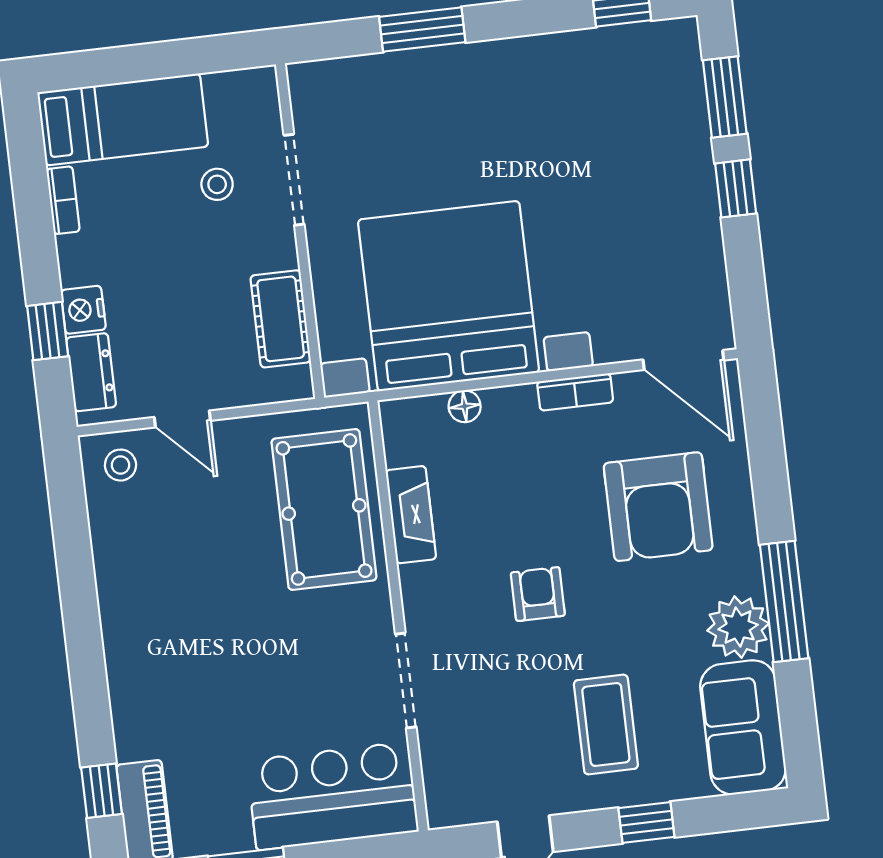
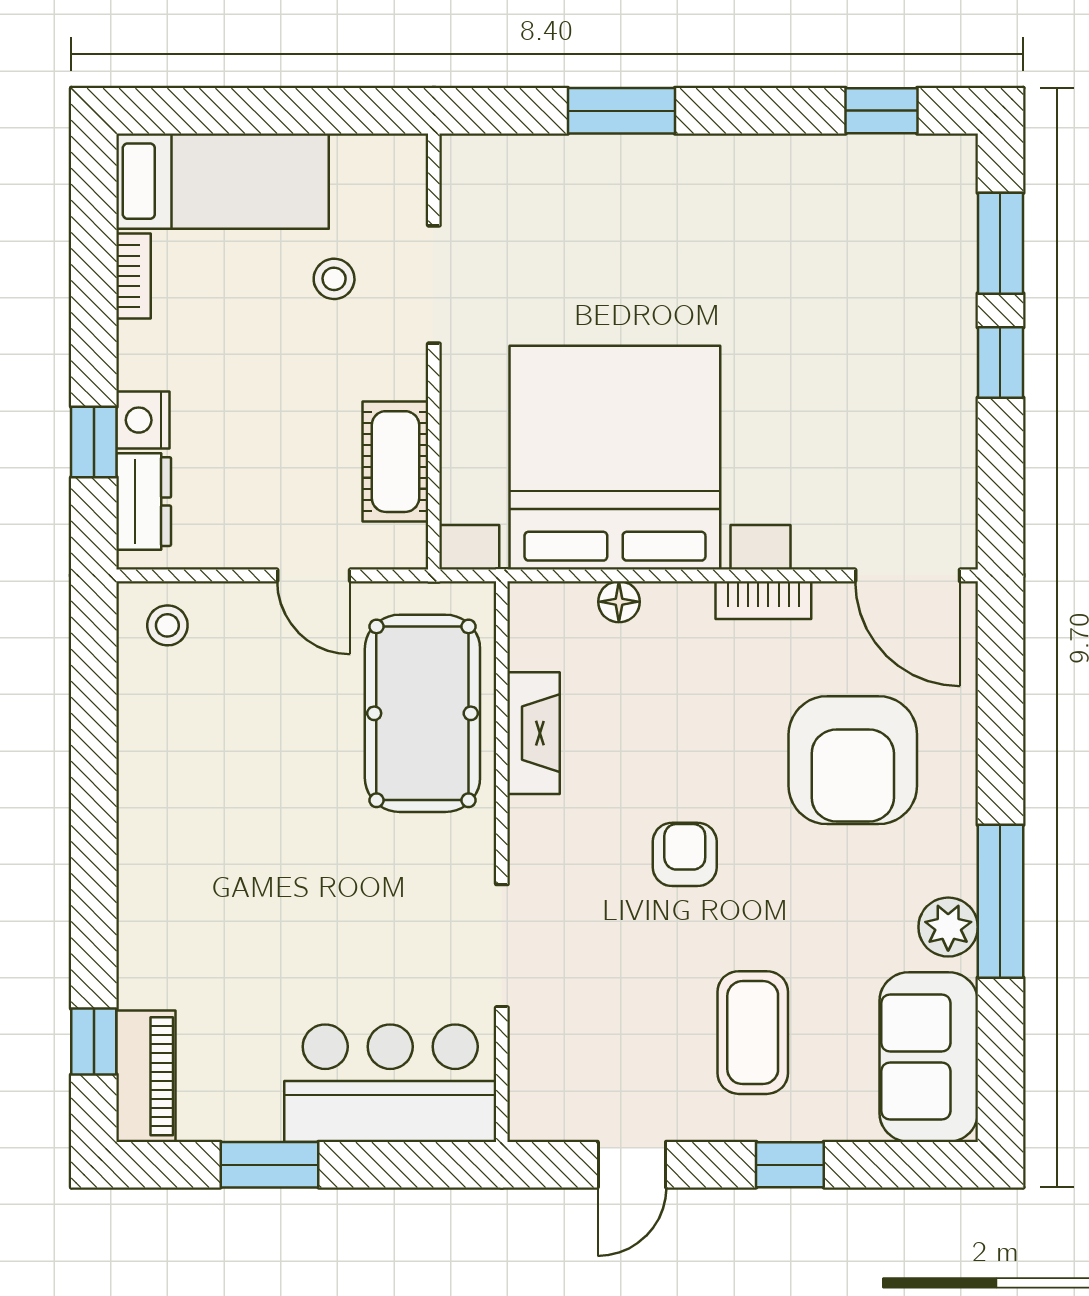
door: (182, 419) -> (314, 575), moved
plant: (738, 627) -> (948, 927), width x0.73, depth x0.73

